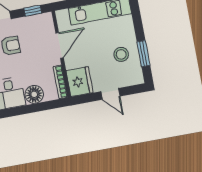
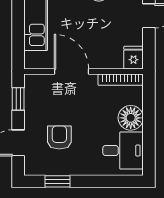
fridge: (80, 82) -> (133, 58), width x0.53, depth x0.75

